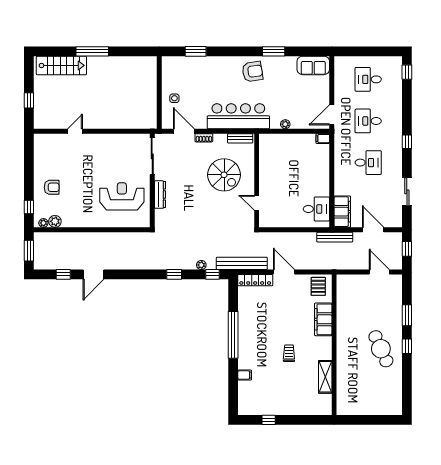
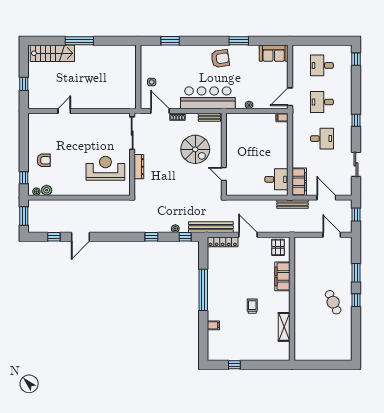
cafe table: (381, 349) -> (333, 302), width x0.73, depth x0.74

